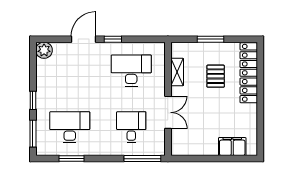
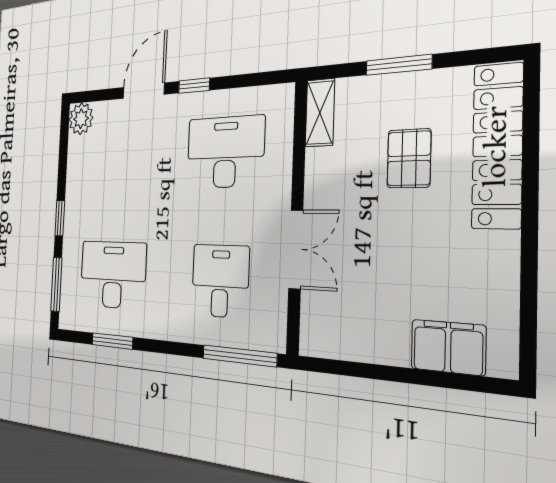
shelving: (177, 72) -> (320, 113), moved

